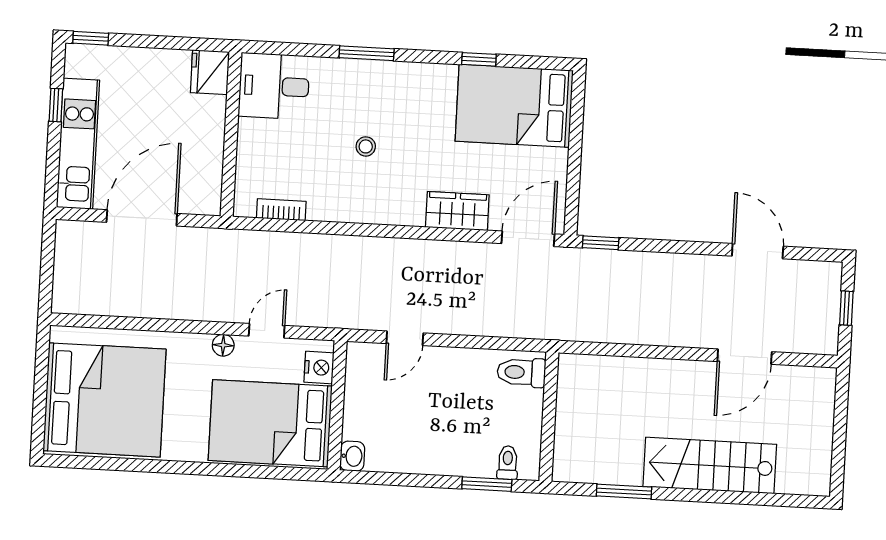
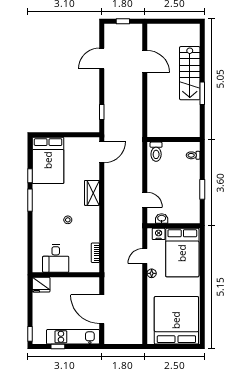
window: (367, 53) -> (30, 200), moved
desk: (274, 86) -> (56, 258), moved
wardrobe: (457, 211) -> (92, 193), moved
door: (528, 239) -> (102, 152), swing flipped
window: (601, 243) -> (102, 112), moved
door: (267, 331) -> (145, 256), hinge flipped
washbasin: (352, 456) -> (162, 218), moved
window: (487, 484) -> (202, 189), moved
window: (624, 492) -> (202, 93), moved

